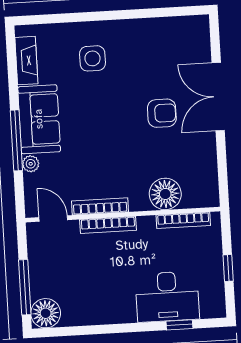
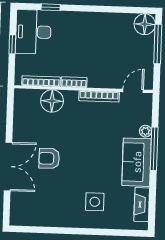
door: (53, 219) -> (133, 91), swing flipped
bookcase: (108, 225) -> (74, 82), moved, width x0.64
desk: (167, 297) -> (33, 32), moved, turned -90

